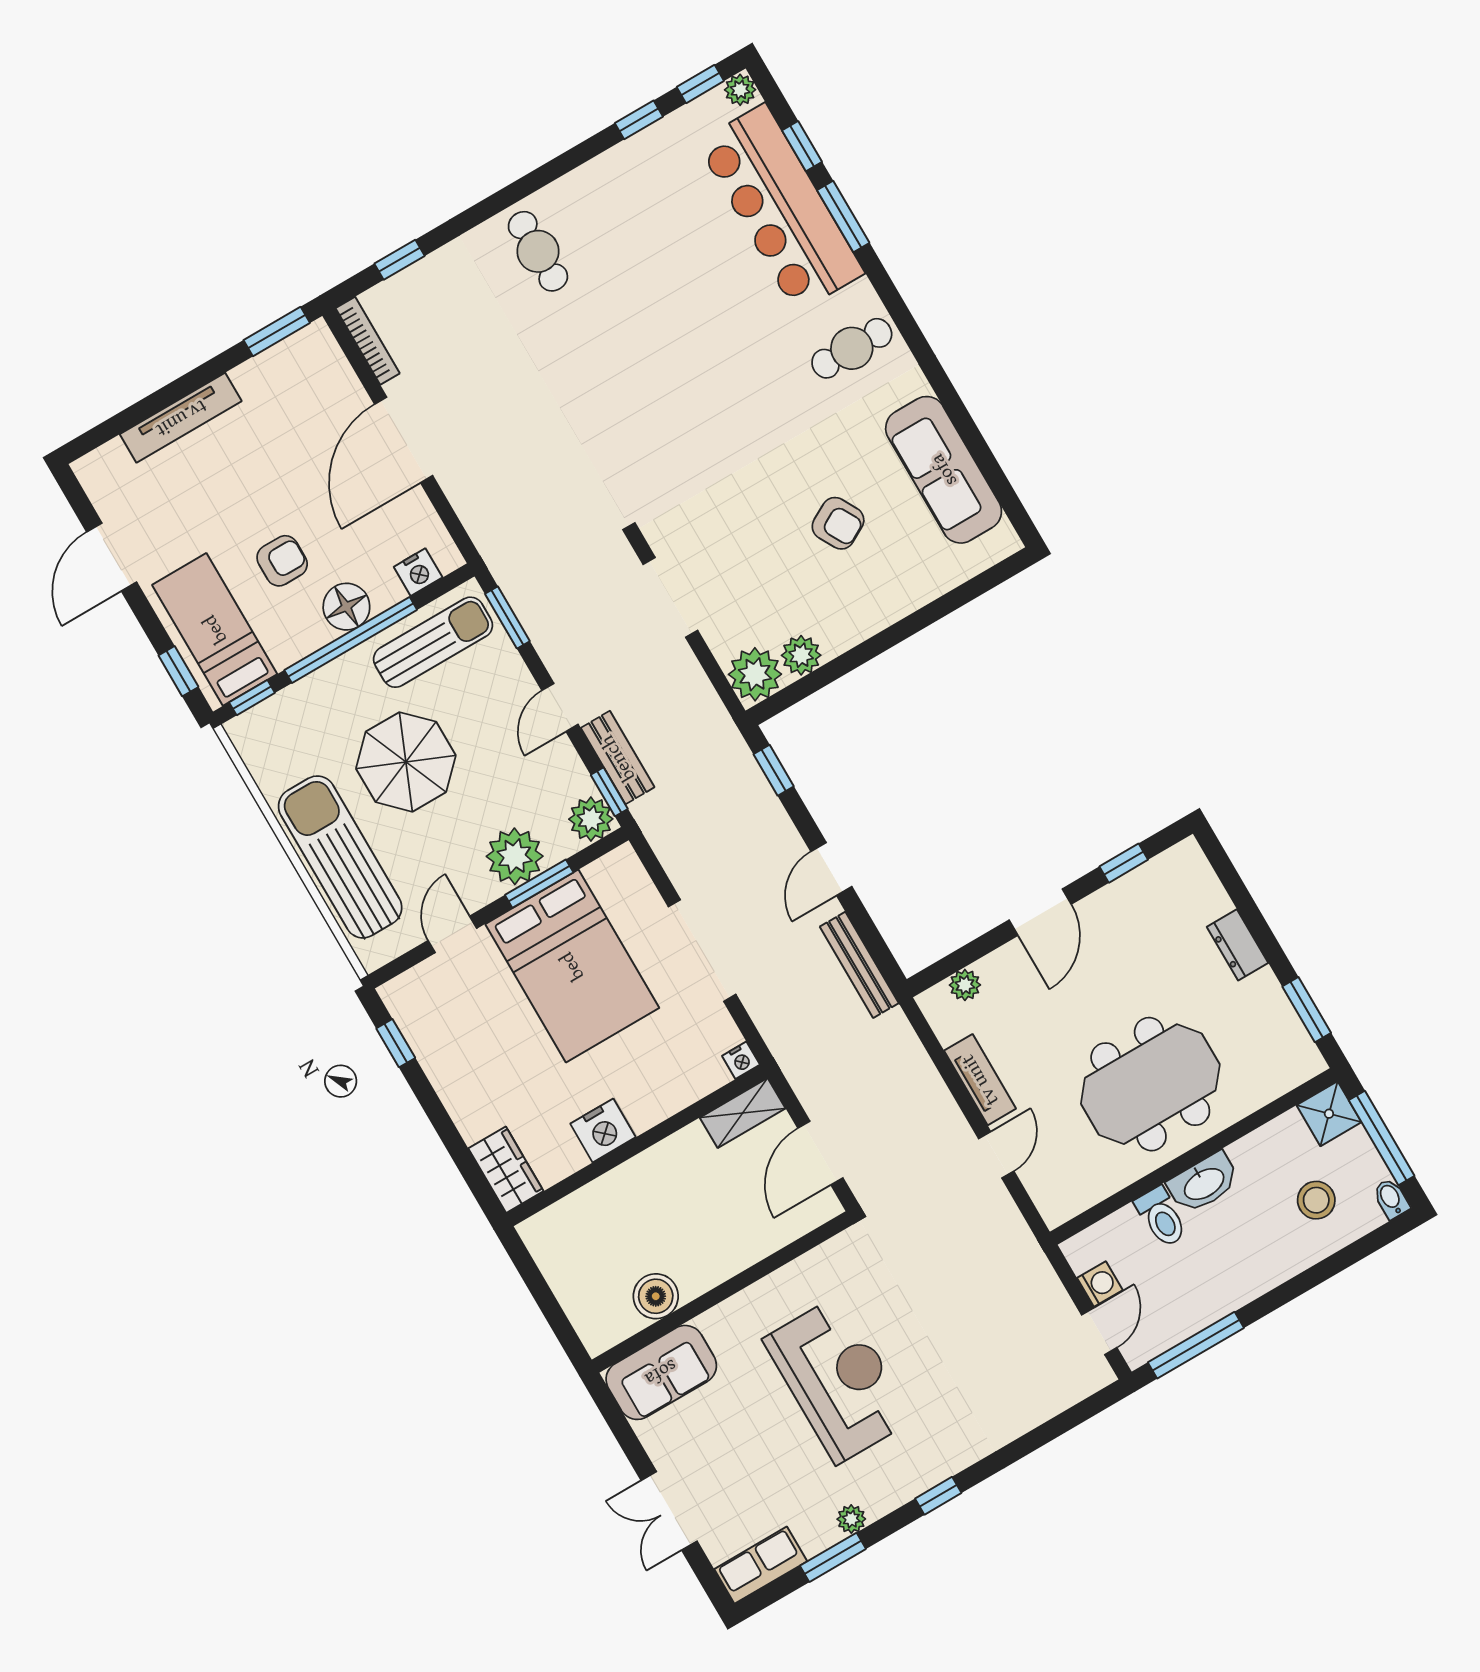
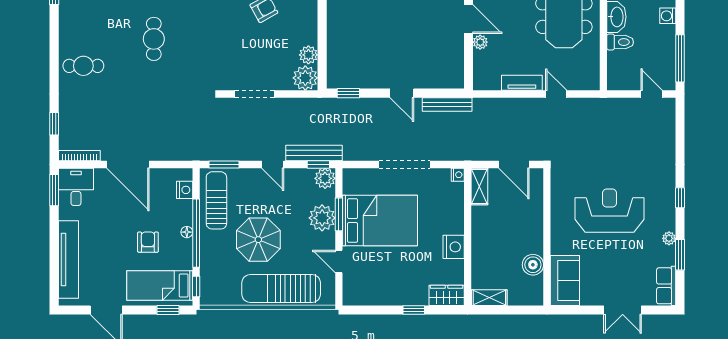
cafe table: (664, 352) -> (154, 39), added
desk: (306, 368) -> (76, 187), added
tv unit: (181, 418) -> (69, 260), width x1.36, depth x1.29
floor lamp: (346, 607) -> (187, 232), width x0.53, depth x0.53
bench: (618, 758) -> (314, 153), width x1.36
plant: (965, 985) -> (480, 42), moved
window: (396, 1043) -> (414, 310), moved
shelving: (548, 1251) -> (489, 298), added
washing machine: (1100, 1284) -> (668, 16), moved, turned -90

